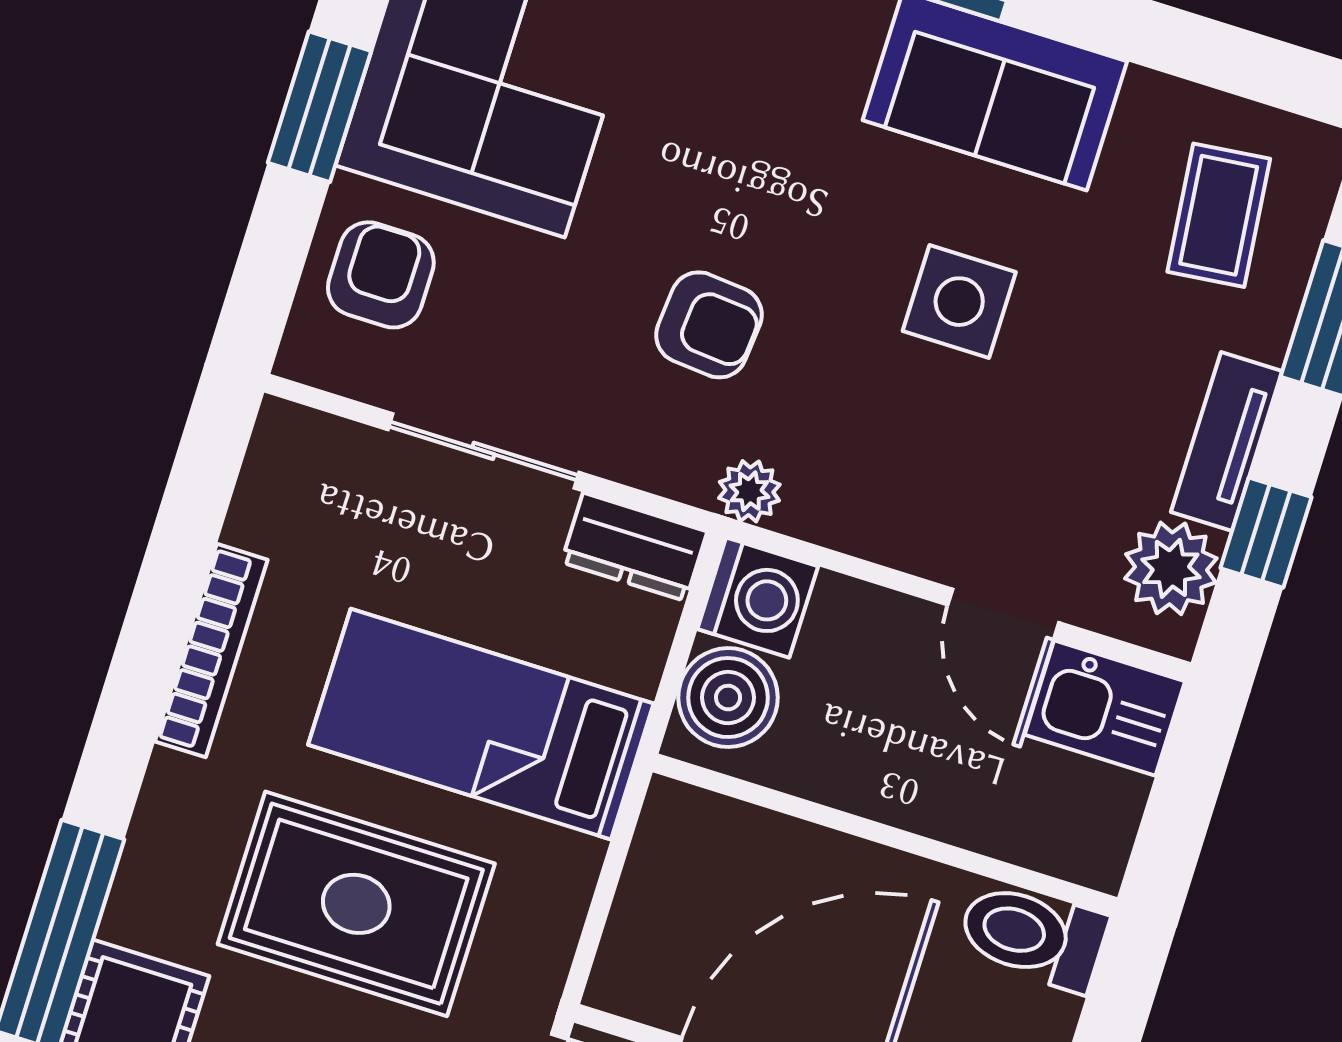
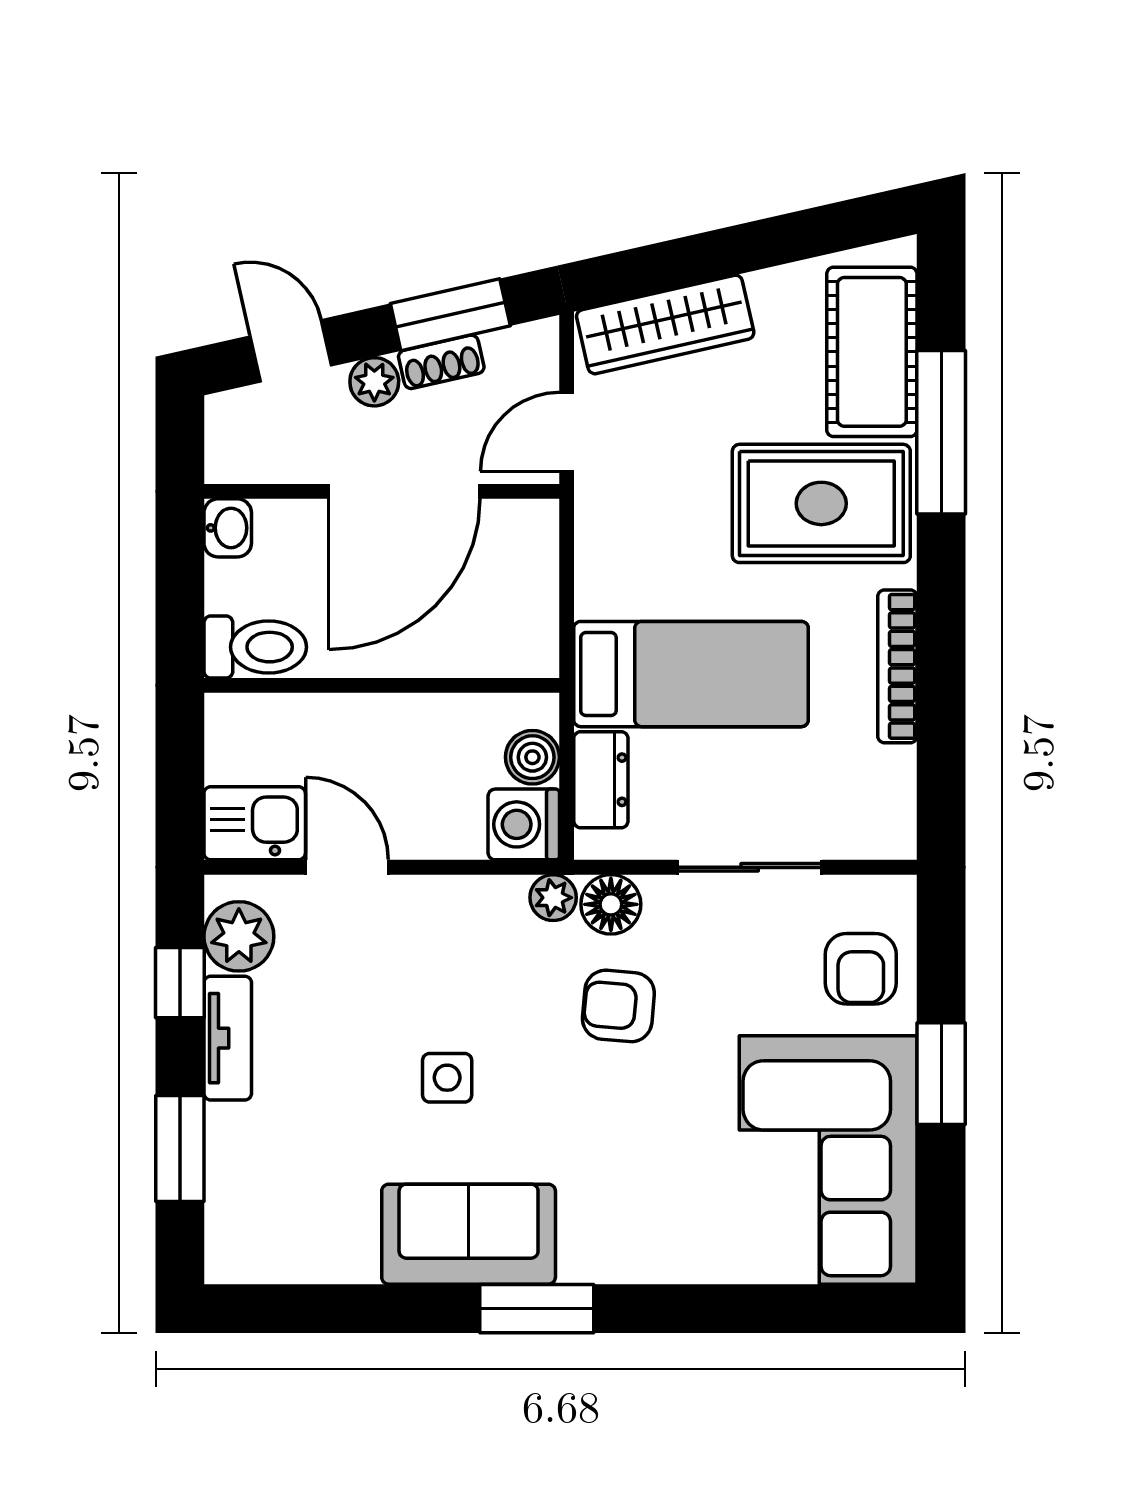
coffee table: (1219, 215) -> (283, 1196), removed
side table: (959, 302) -> (447, 1078), width x0.73, depth x0.73
floor lamp: (678, 459) -> (611, 904), added
dresser: (634, 547) -> (601, 780), moved, turned 90
boiler: (728, 698) -> (532, 757), width x0.73, depth x0.73
rug: (356, 904) -> (821, 503), moved

